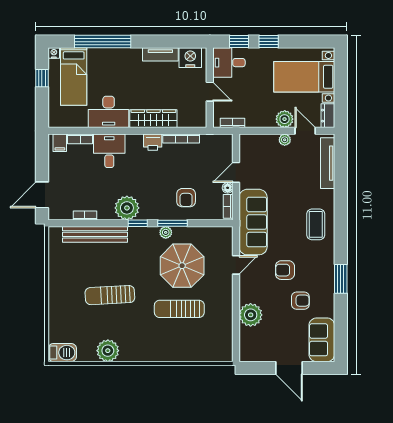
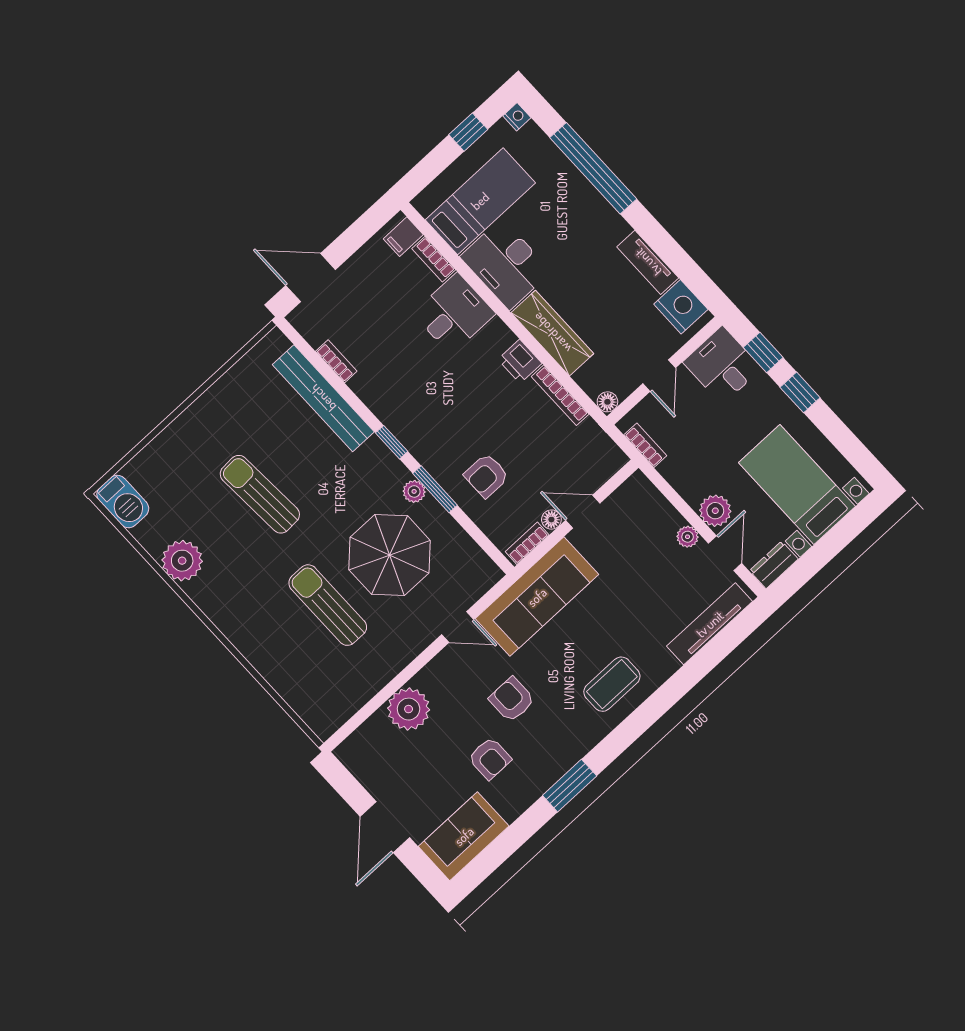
bed: (74, 77) -> (480, 201), moved, turned 180
floor lamp: (201, 122) -> (607, 402), added
plant: (127, 208) -> (399, 409), removed

